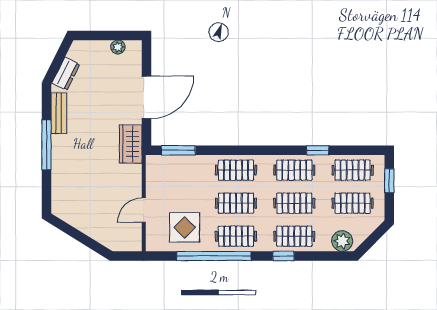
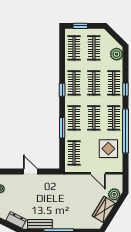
door: (146, 97) -> (30, 172), width x0.53
wardrobe: (131, 144) -> (104, 210), moved, turned 122
window: (178, 150) -> (62, 128), moved
window: (318, 150) -> (62, 90), moved
clothes rail: (178, 170) -> (74, 153), added
plant: (108, 237) -> (114, 194), added

